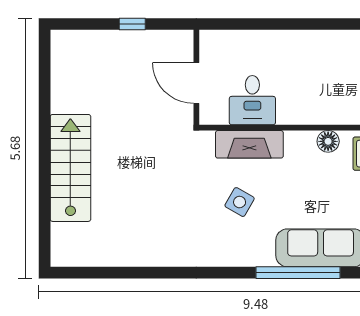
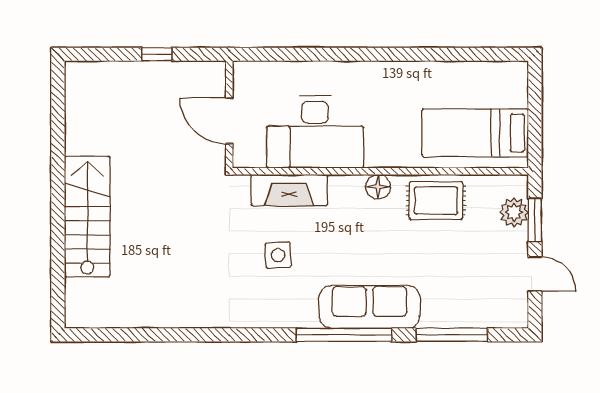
desk: (252, 100) -> (315, 132), width x1.87, depth x1.30
side table: (240, 202) -> (278, 255), turned -33

